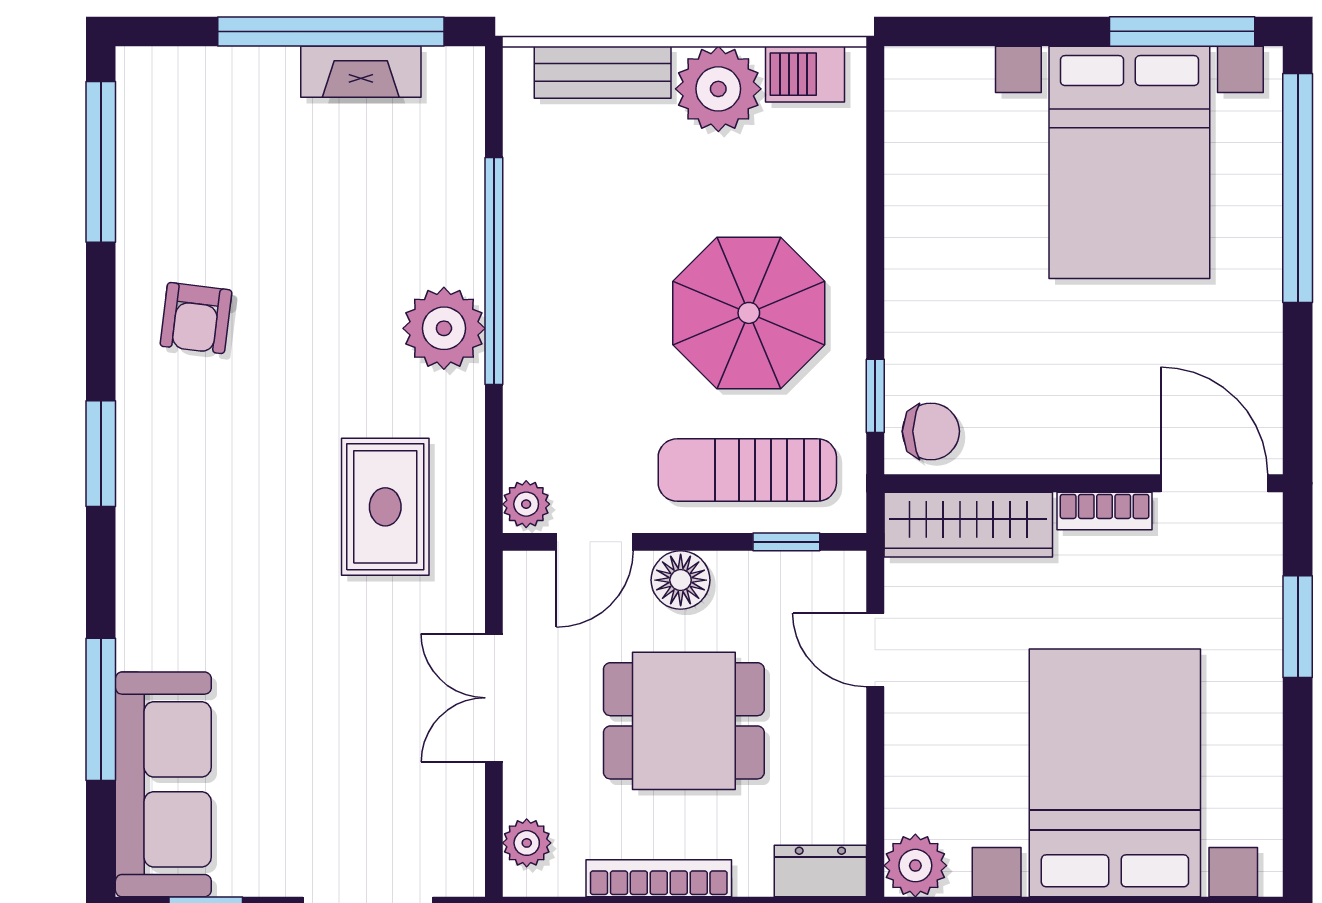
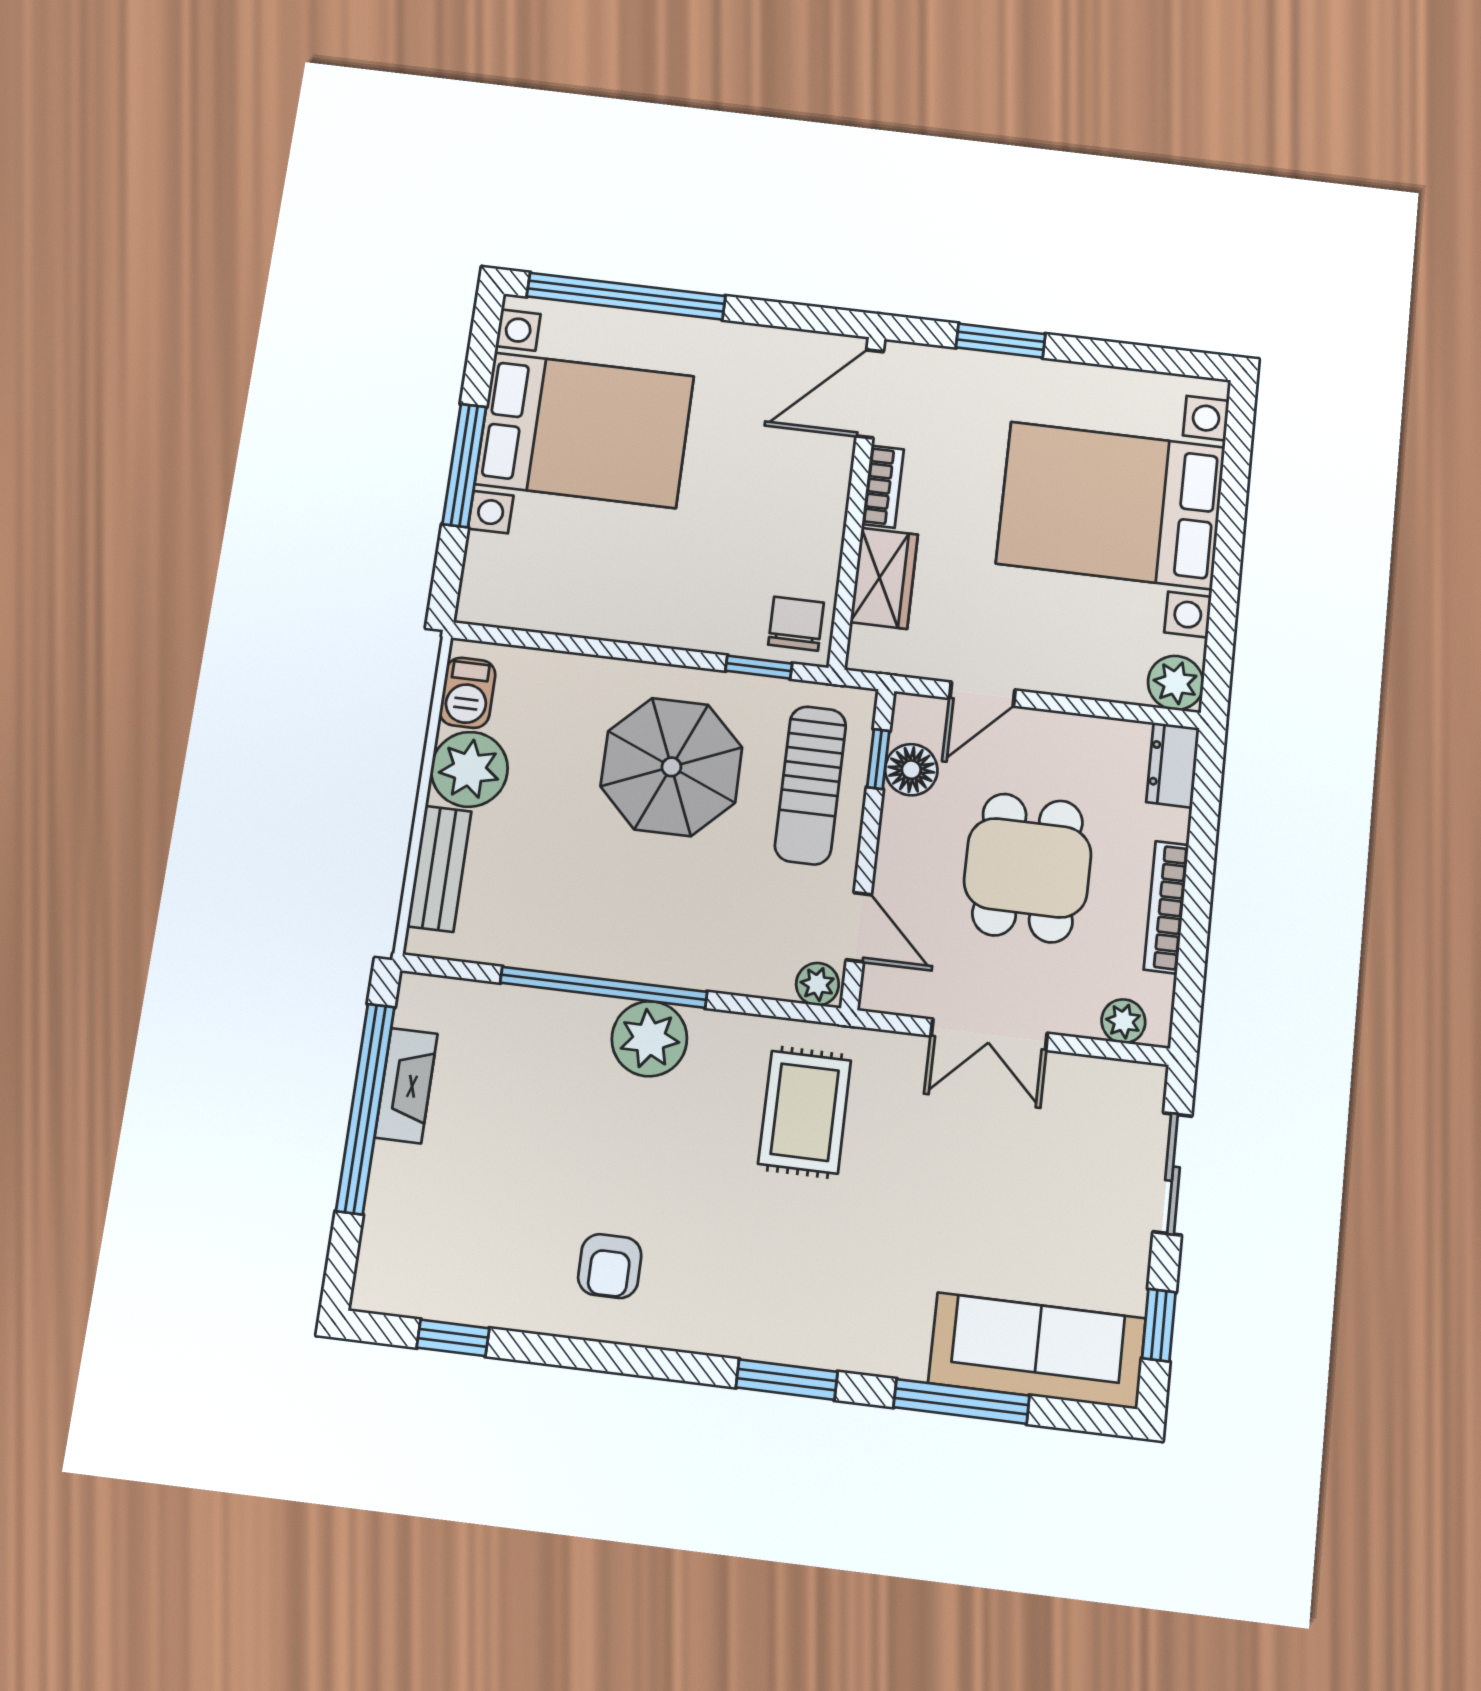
window: (1182, 31) -> (464, 465), moved
window: (101, 162) -> (453, 1338), width x0.46
armchair: (196, 318) -> (610, 1266), turned 83
window: (101, 454) -> (787, 1380), moved
rug: (385, 507) -> (805, 1112), turned 90
wardrobe: (968, 525) -> (884, 578), width x0.67
floor lamp: (681, 580) -> (911, 770), moved

